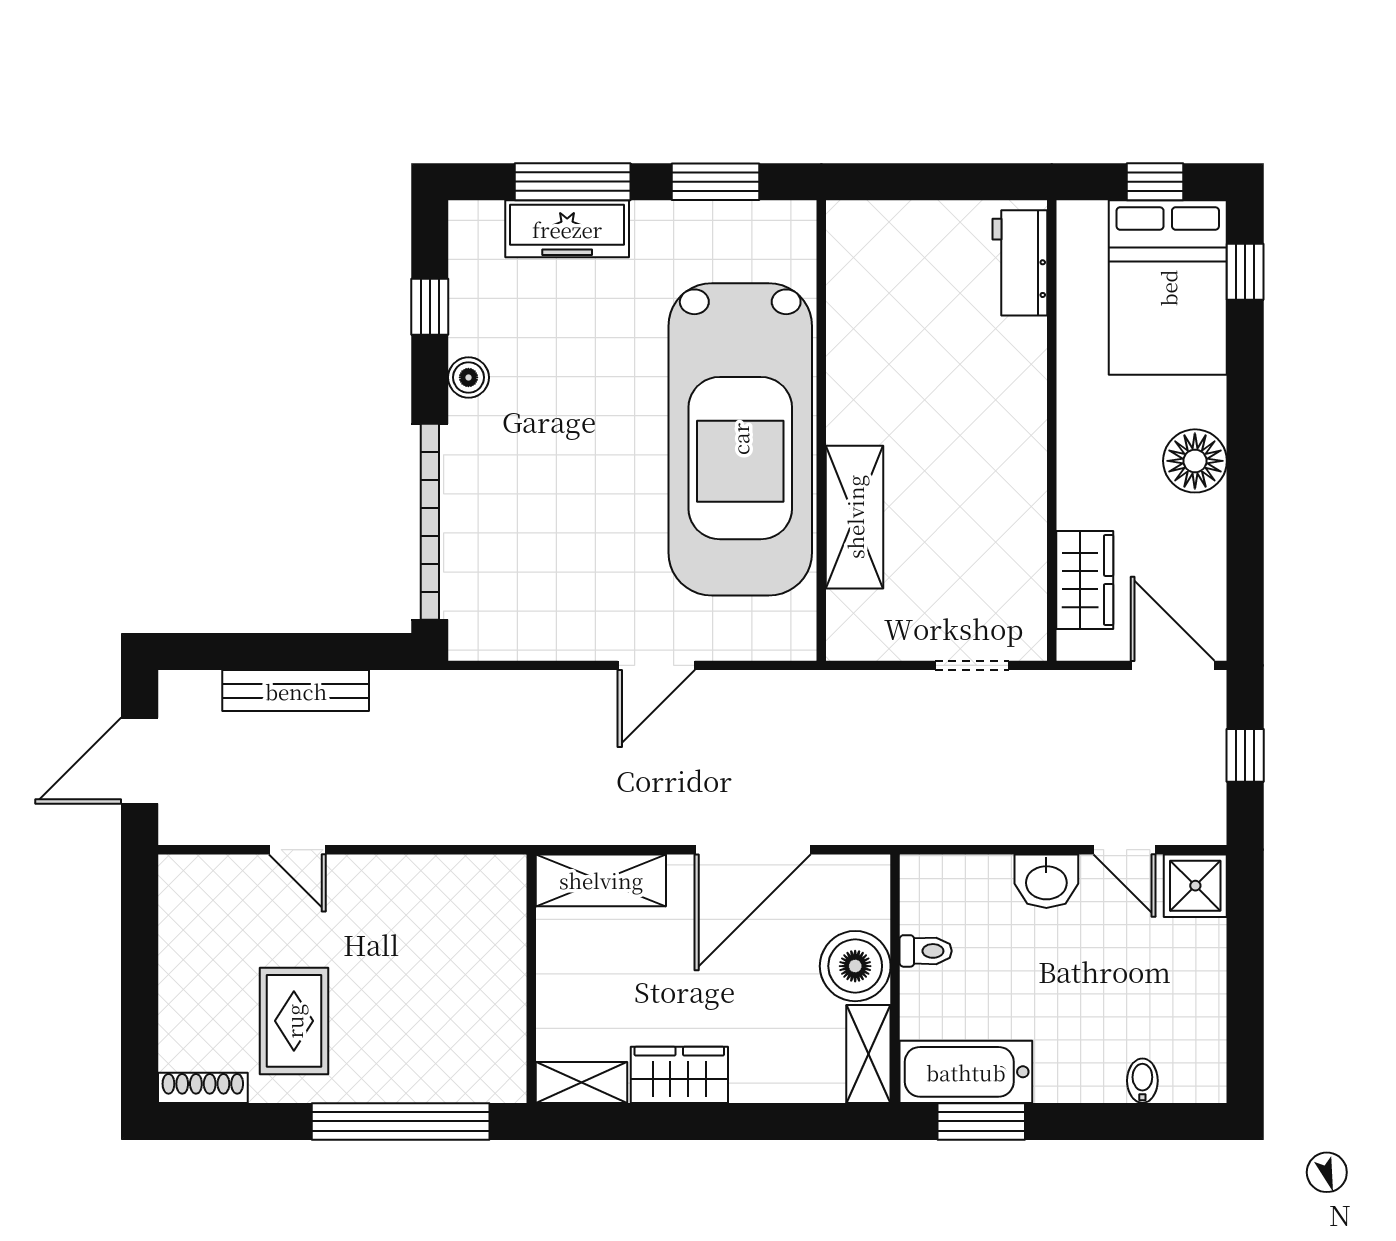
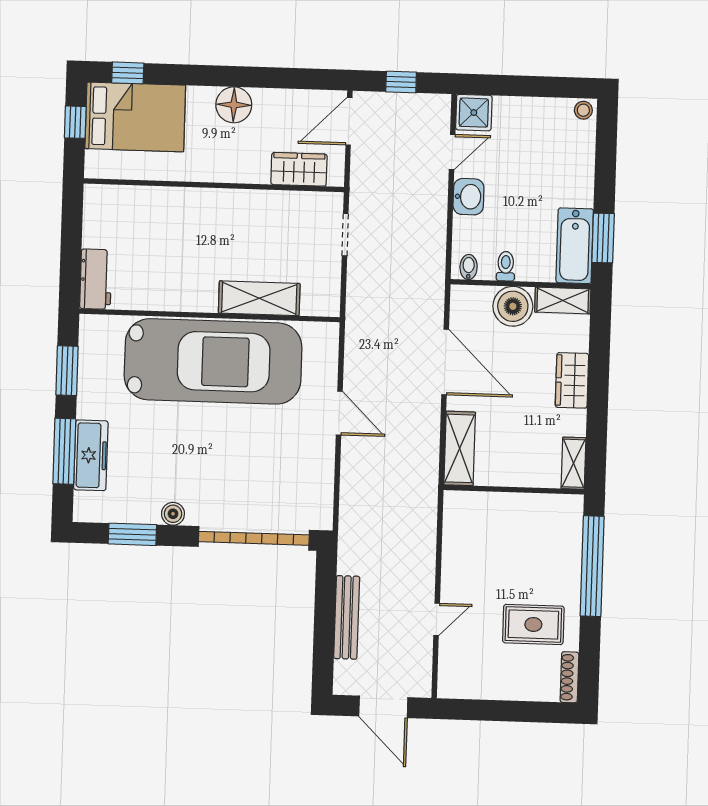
workbench: (1020, 263) -> (96, 279), moved, turned -90
window: (430, 307) -> (132, 534), width x1.50
wardrobe: (679, 1075) -> (572, 380), moved
stool: (1206, 1079) -> (583, 110), added
bidet: (1142, 1081) -> (469, 267), moved, turned 90

